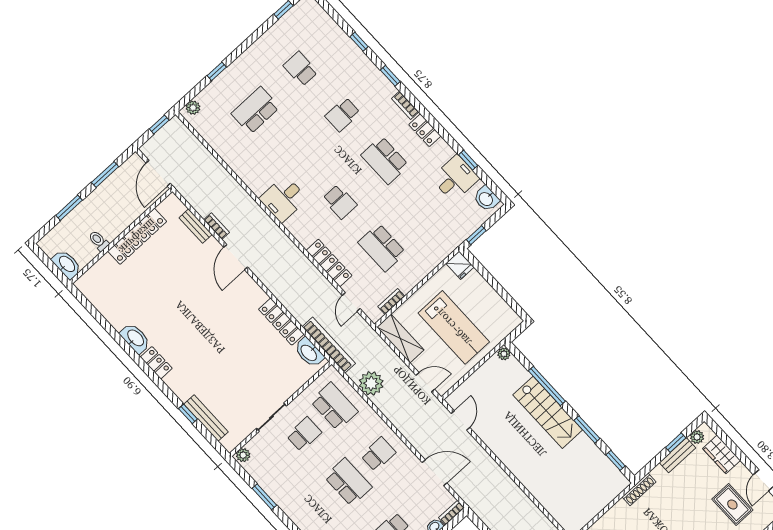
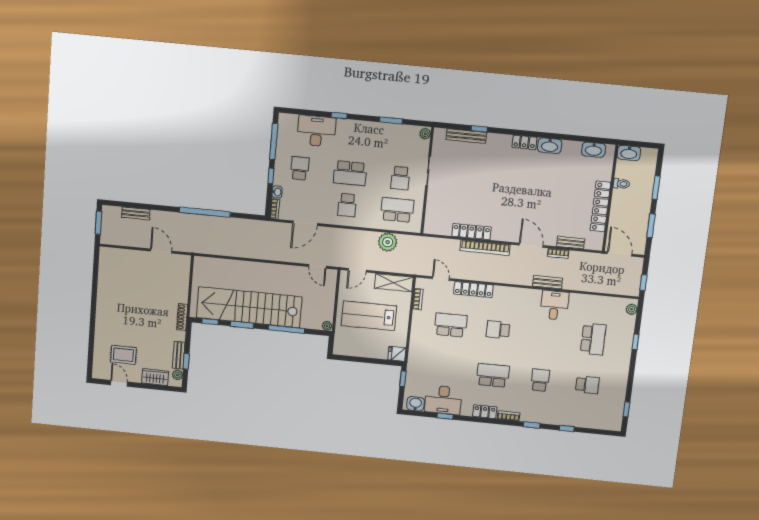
desk: (455, 178) -> (443, 400), width x1.37
desk: (283, 199) -> (554, 305), moved
bench: (251, 207) -> (548, 282), added
bookcase: (329, 345) -> (485, 248), moved
washbasin: (309, 353) -> (594, 150), moved, turned 180
school desk: (334, 406) -> (397, 210), turned 180
stairs: (548, 412) -> (249, 307), width x1.86, depth x1.51

